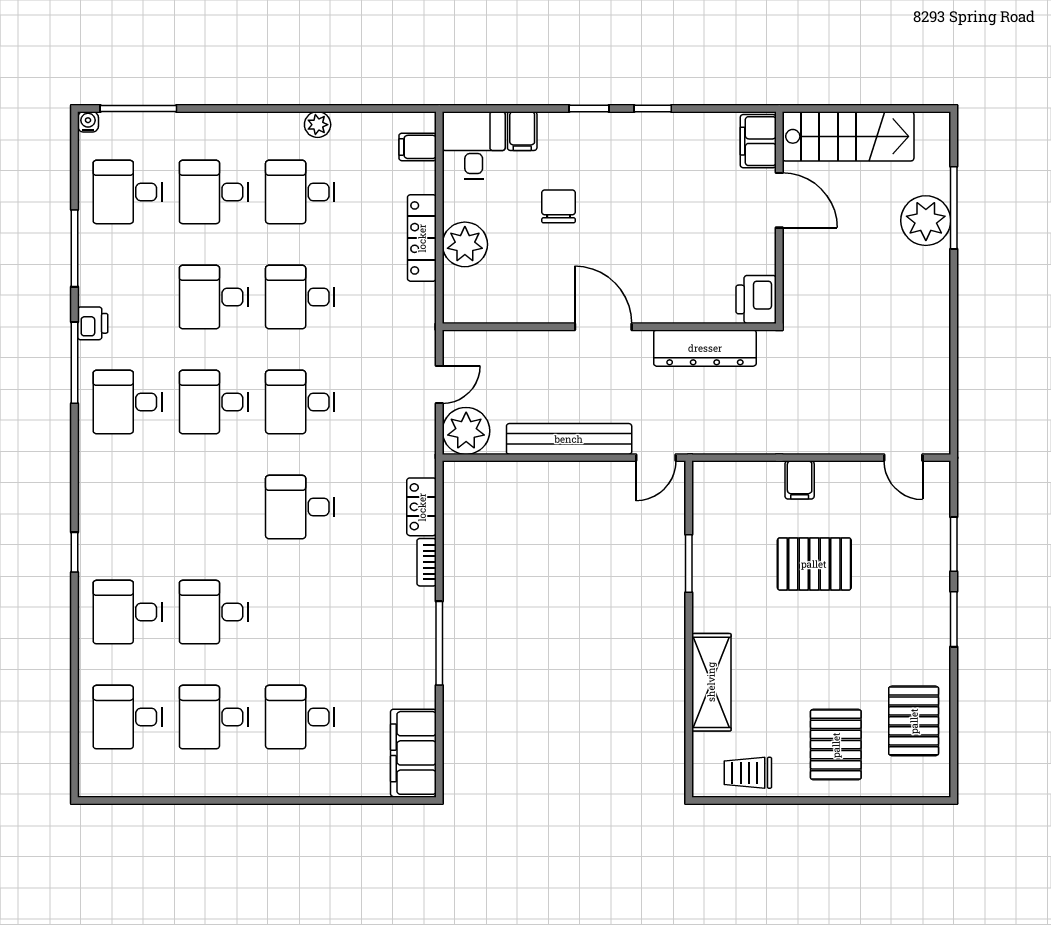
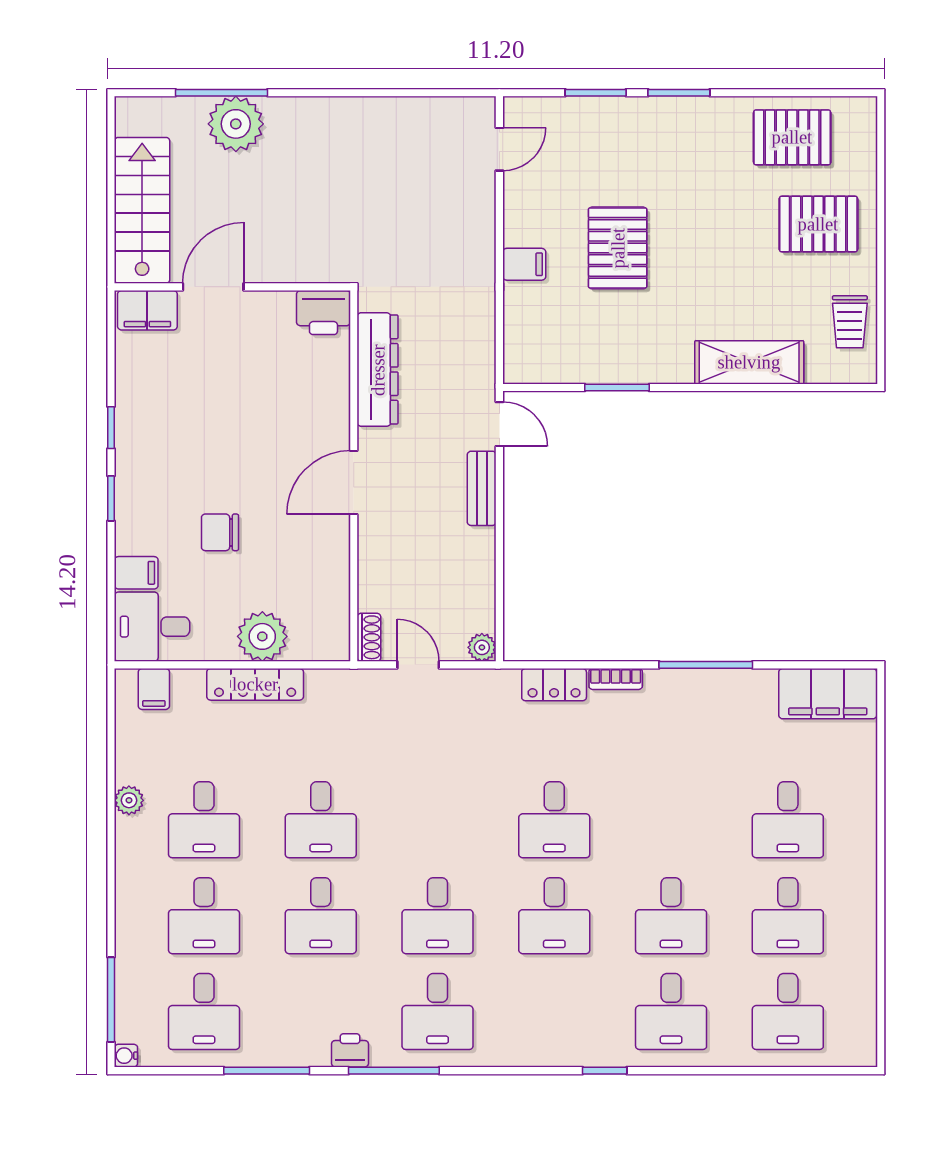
shoe rack: (464, 340) -> (369, 637), added
desk: (300, 402) -> (554, 916), moved
plant: (466, 431) -> (482, 647), width x0.53, depth x0.53
bench: (569, 439) -> (482, 488), width x0.54, depth x0.82

